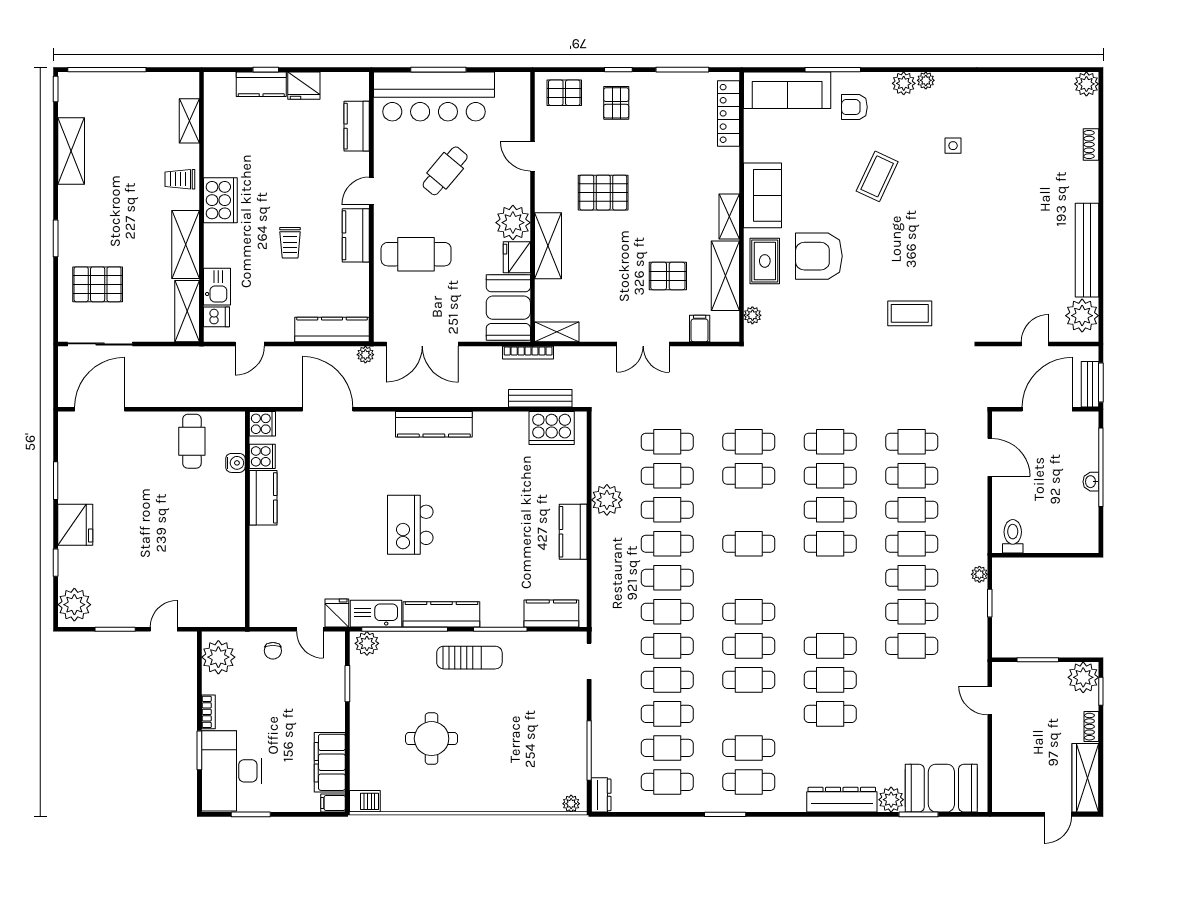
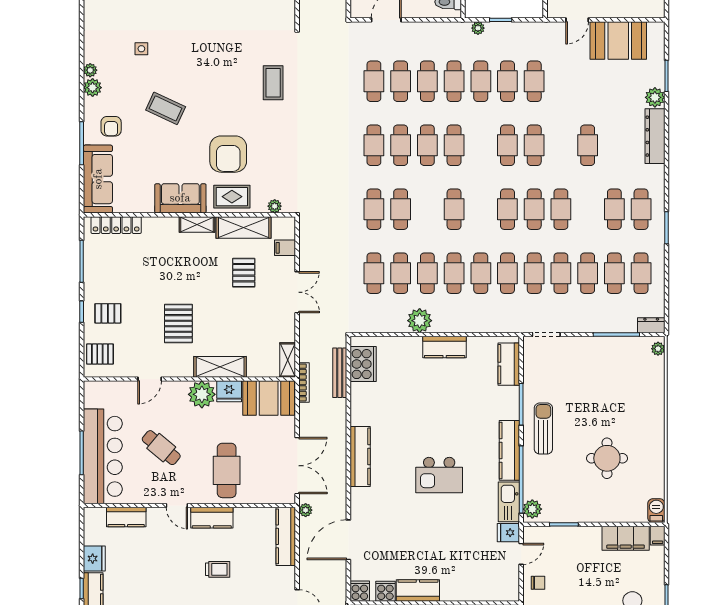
pallet: (564, 93) -> (100, 354), turned 90
cafe table: (830, 680) -> (507, 145), moved
booth: (941, 788) -> (618, 40), moved, turned 90

